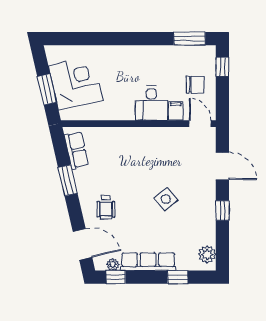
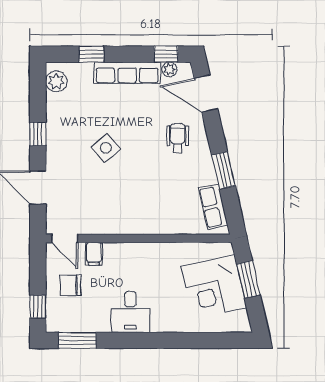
desk: (151, 103) -> (130, 312), moved, turned 180

